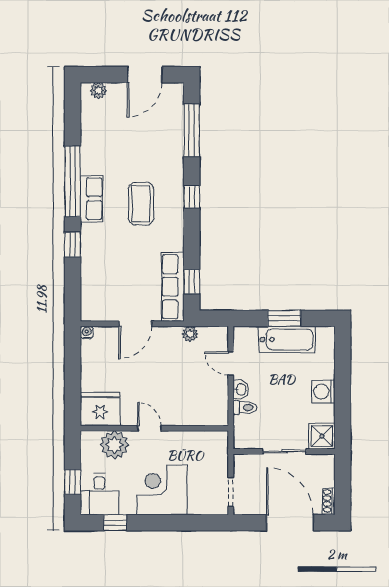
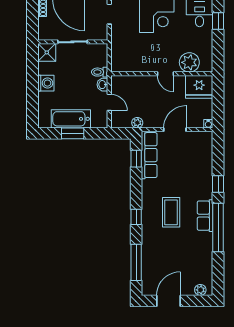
fridge: (100, 409) -> (199, 87), moved
door: (149, 428) -> (165, 74), moved
wall: (154, 428) -> (162, 74), moved
plant: (114, 445) -> (189, 62), moved

